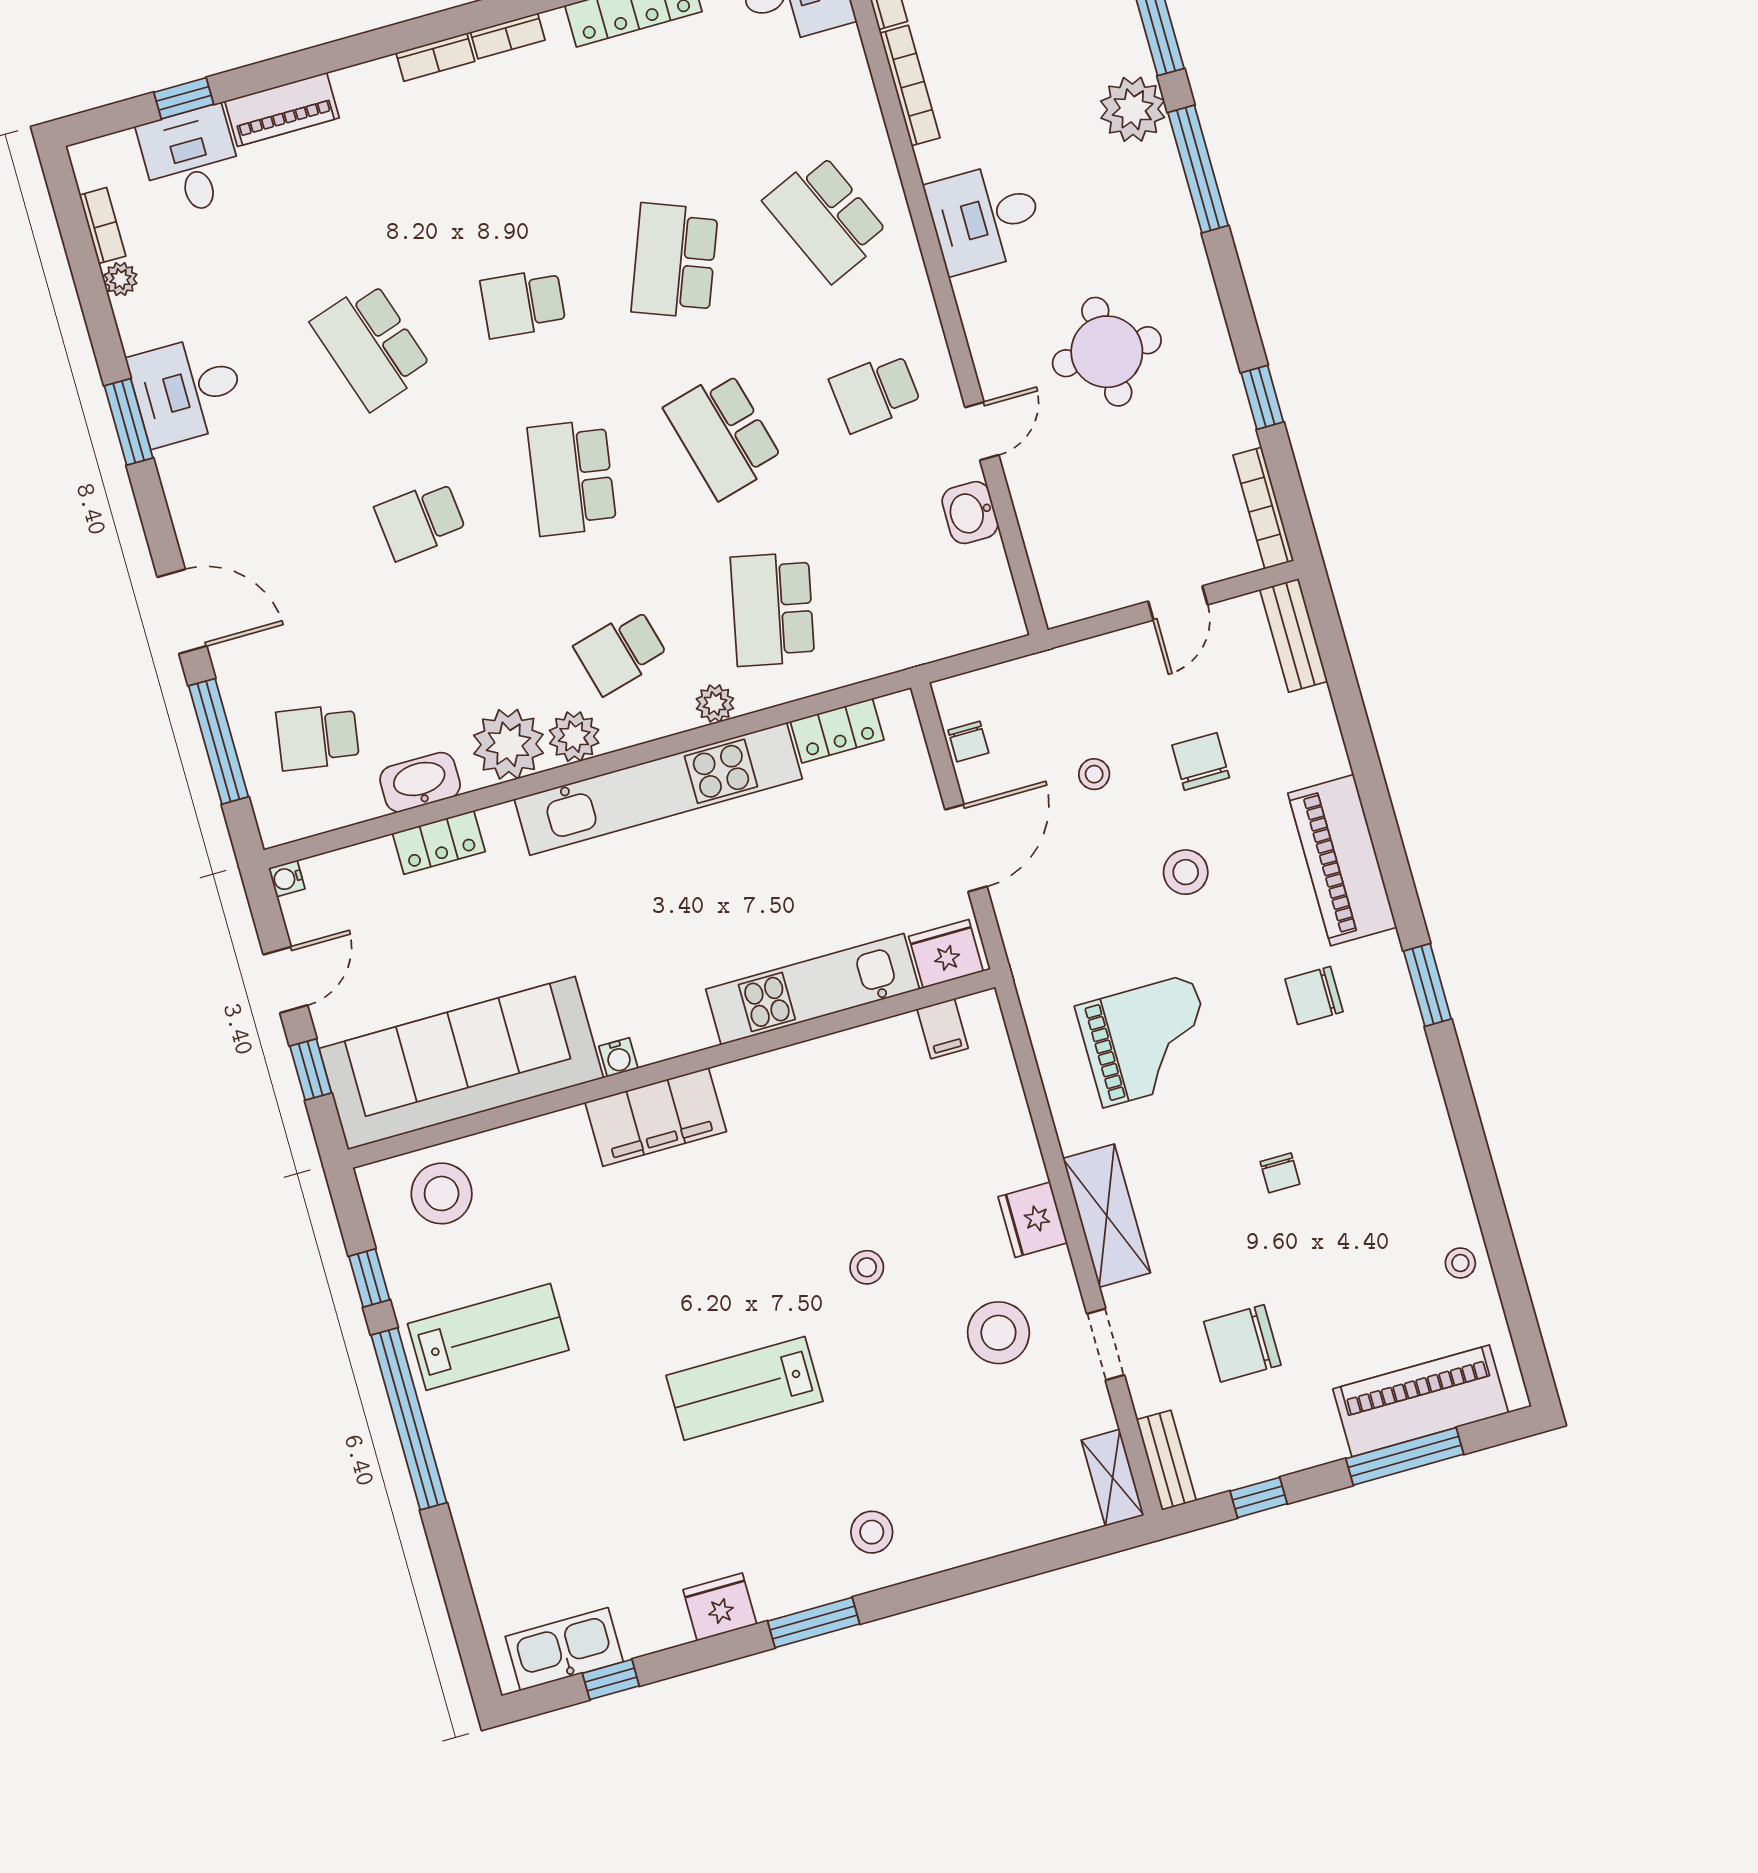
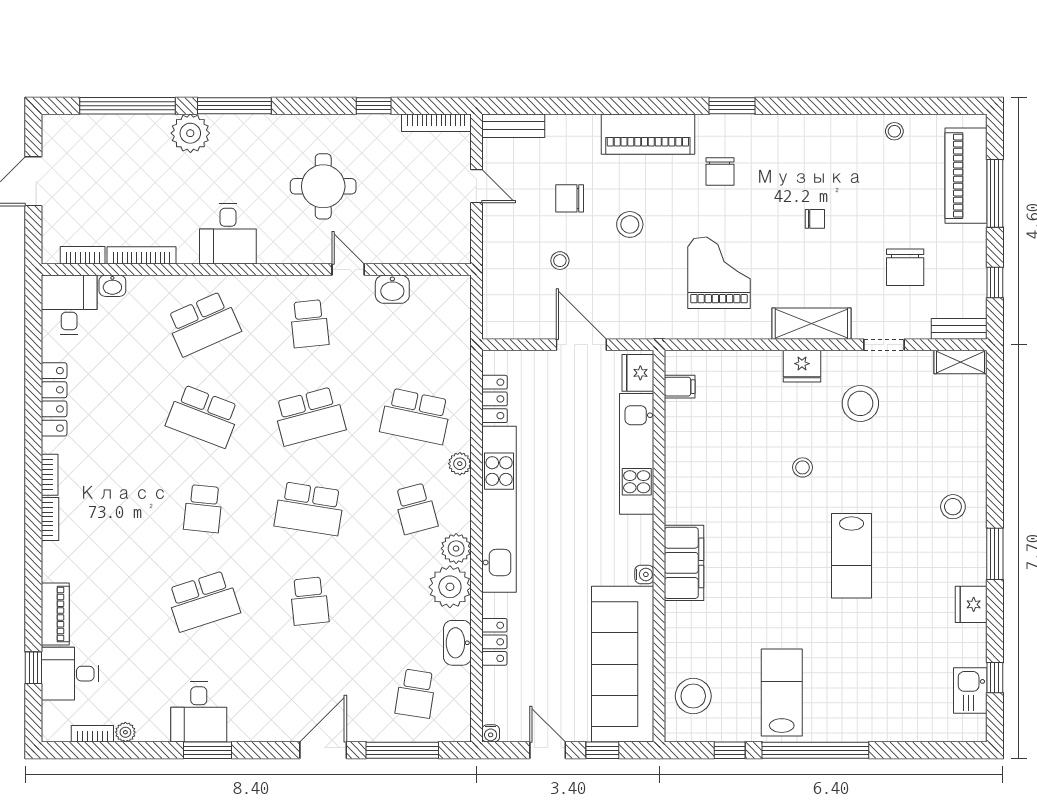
washbasin: (847, 52) -> (112, 286), added
chair: (968, 742) -> (521, 326), removed
kitchen sink: (564, 1649) -> (970, 691), width x0.73

